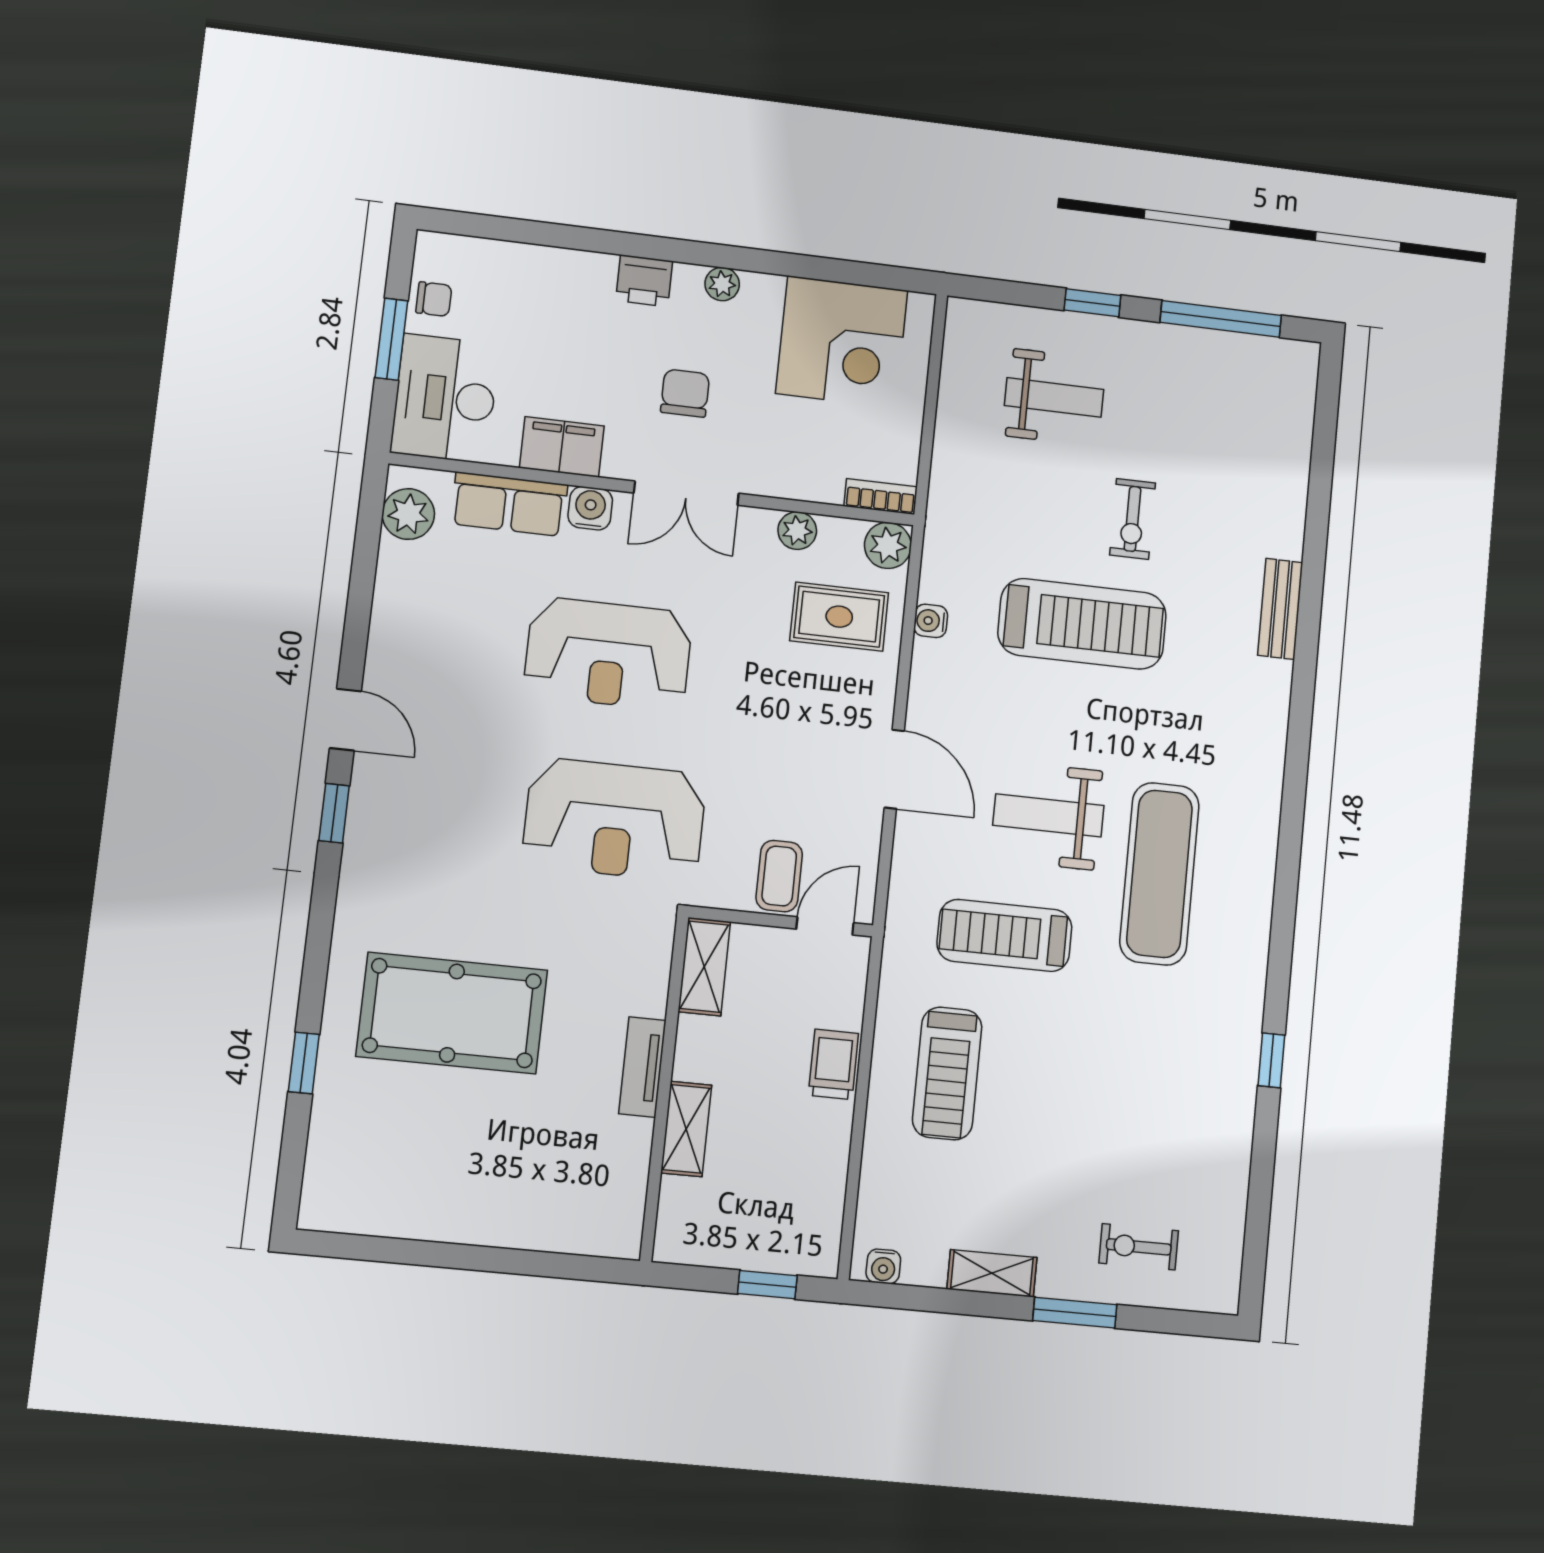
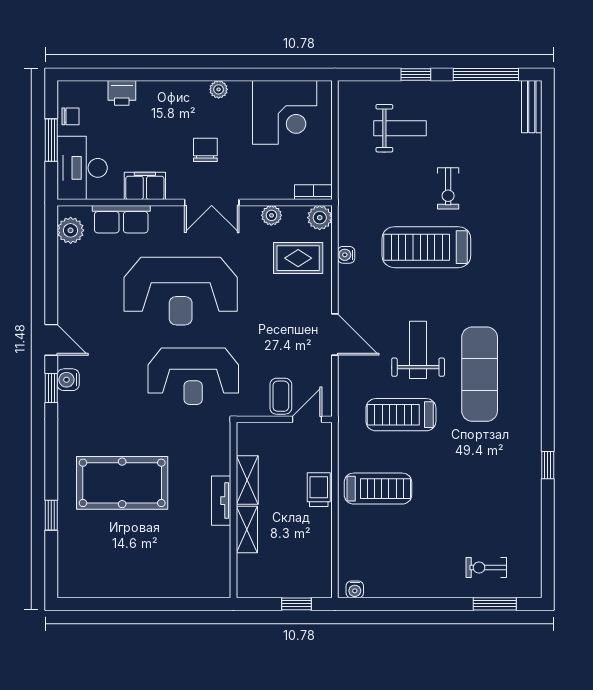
printer: (644, 281) -> (122, 93), moved
water cooler: (590, 508) -> (68, 380), moved, turned -90
bench: (1280, 609) -> (532, 107), moved
treadmill: (1082, 624) -> (426, 247), turned 180
reception desk: (608, 654) -> (181, 291), width x1.36, depth x1.30
weight bench: (1048, 815) -> (418, 350), turned 90
shelving: (704, 967) -> (247, 480), moved
treadmill: (947, 1073) -> (378, 489), turned -90
shelving: (992, 1273) -> (411, 588), removed
window: (1075, 1313) -> (495, 604), moved

